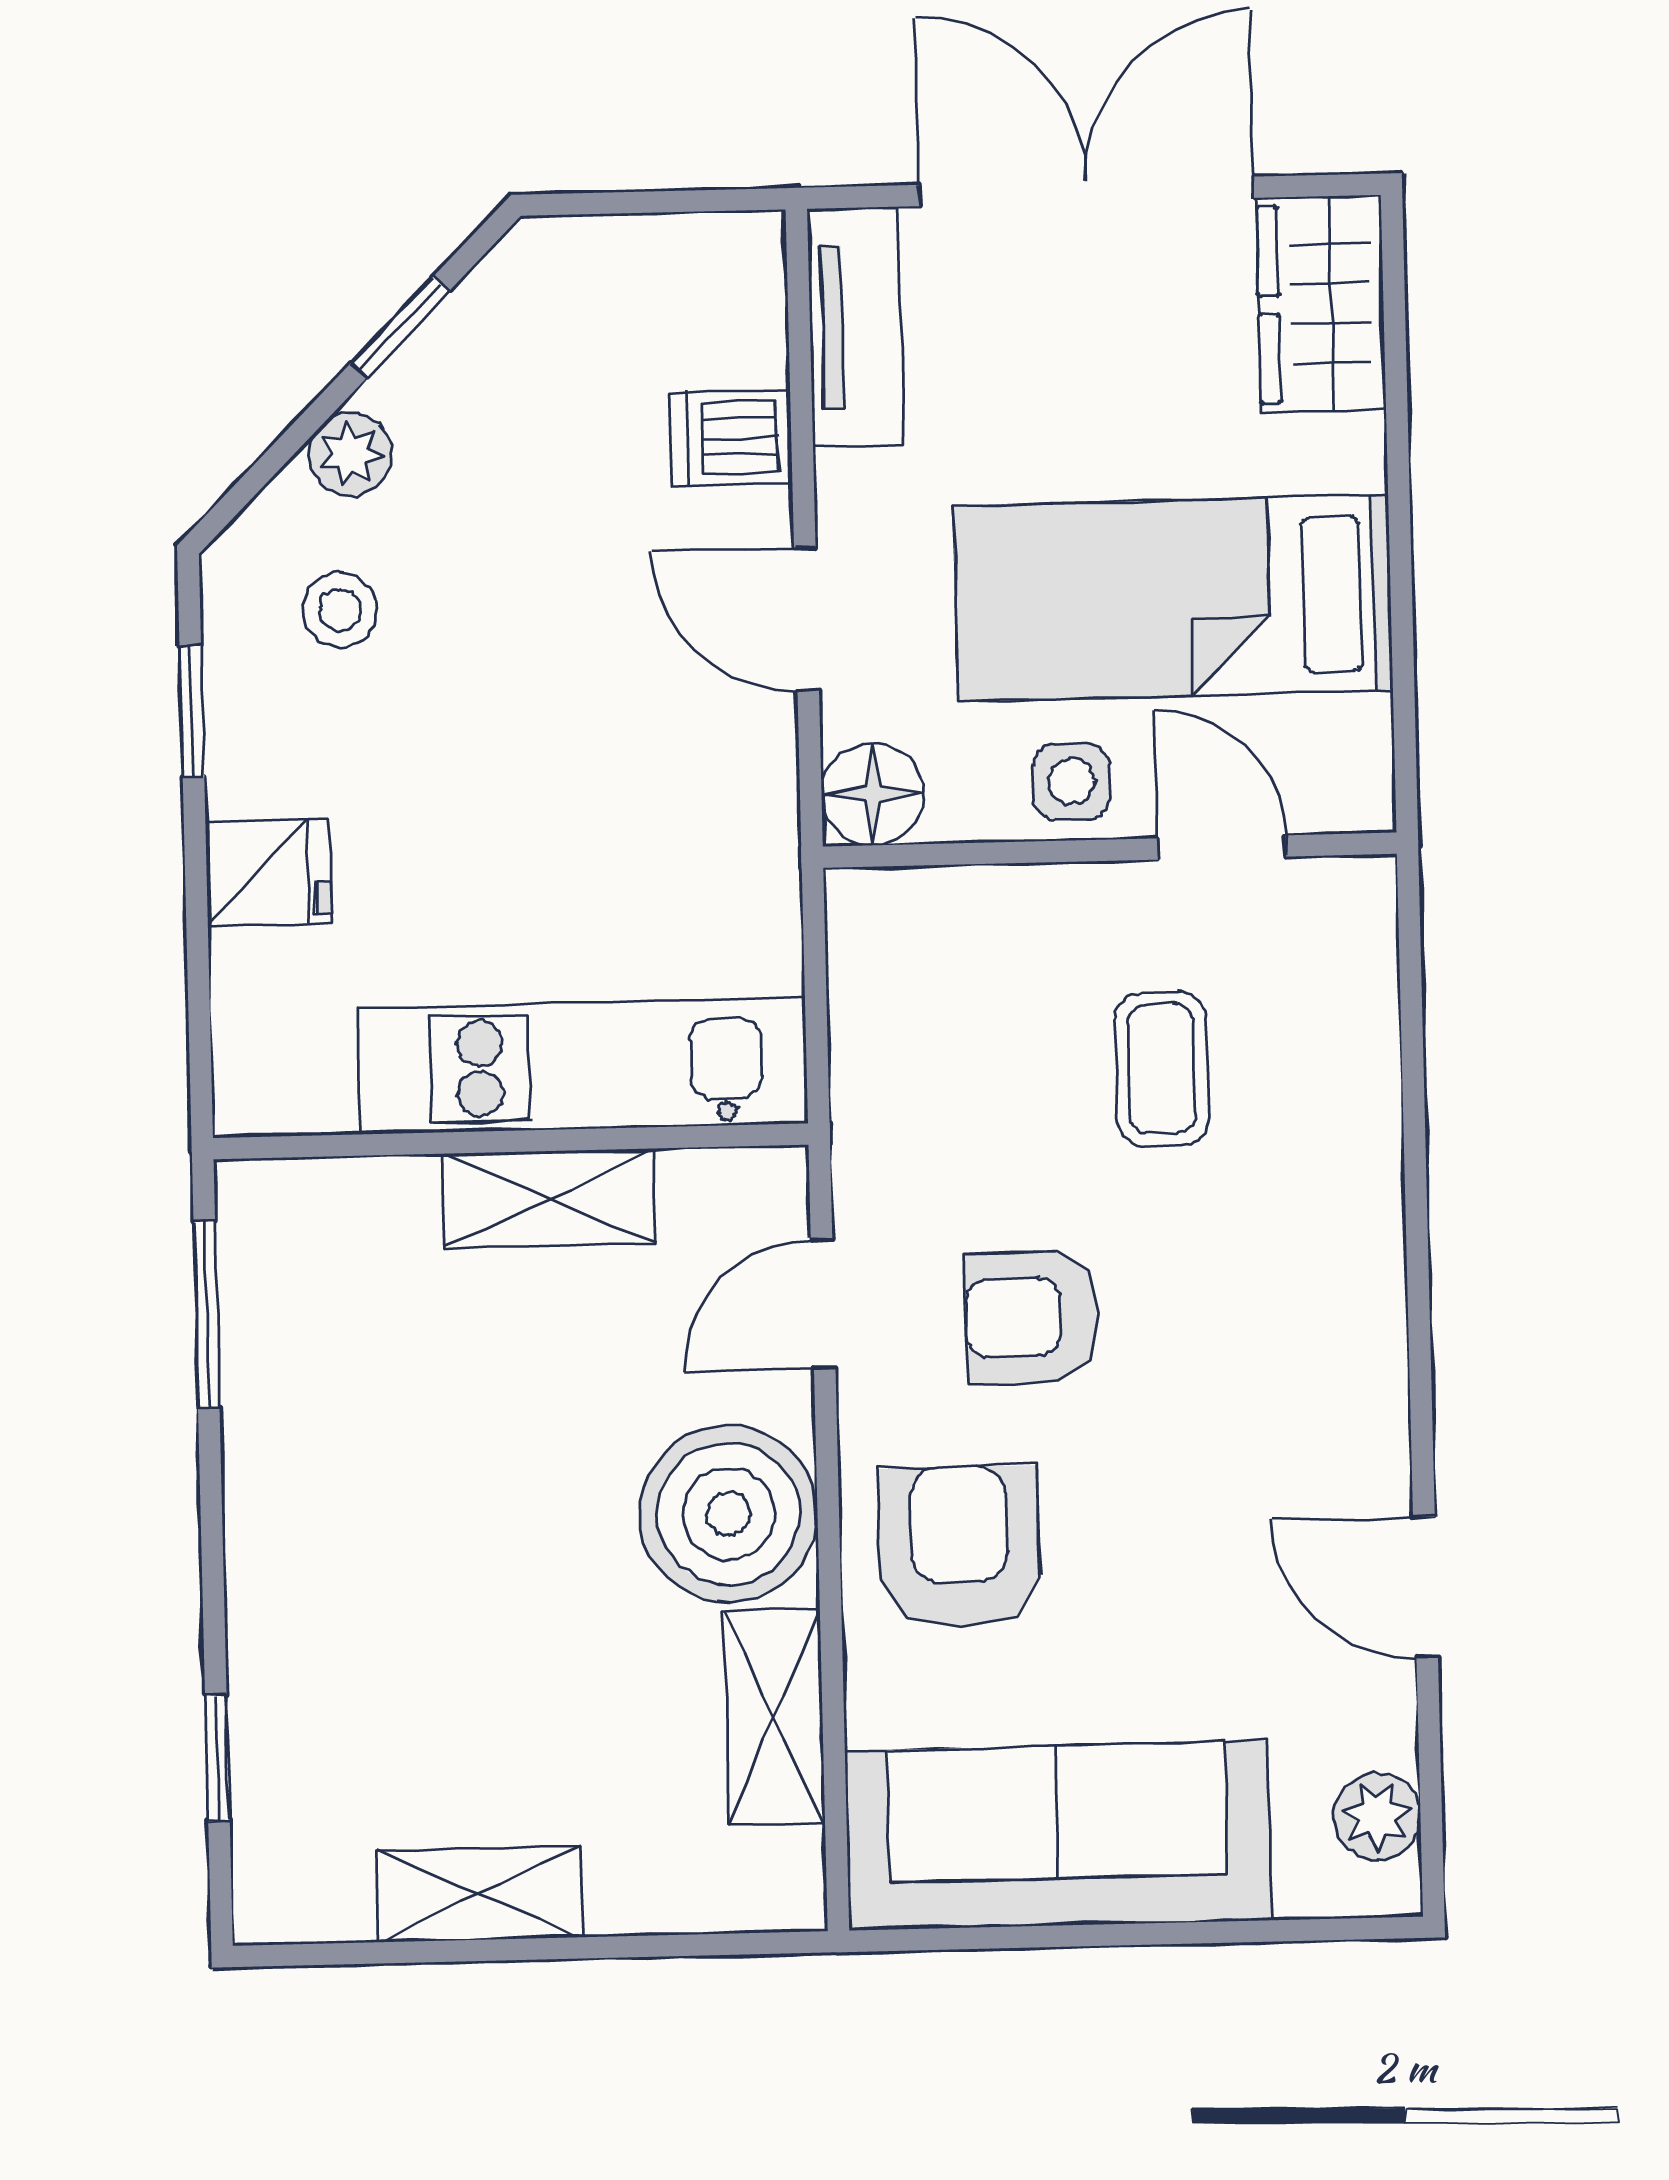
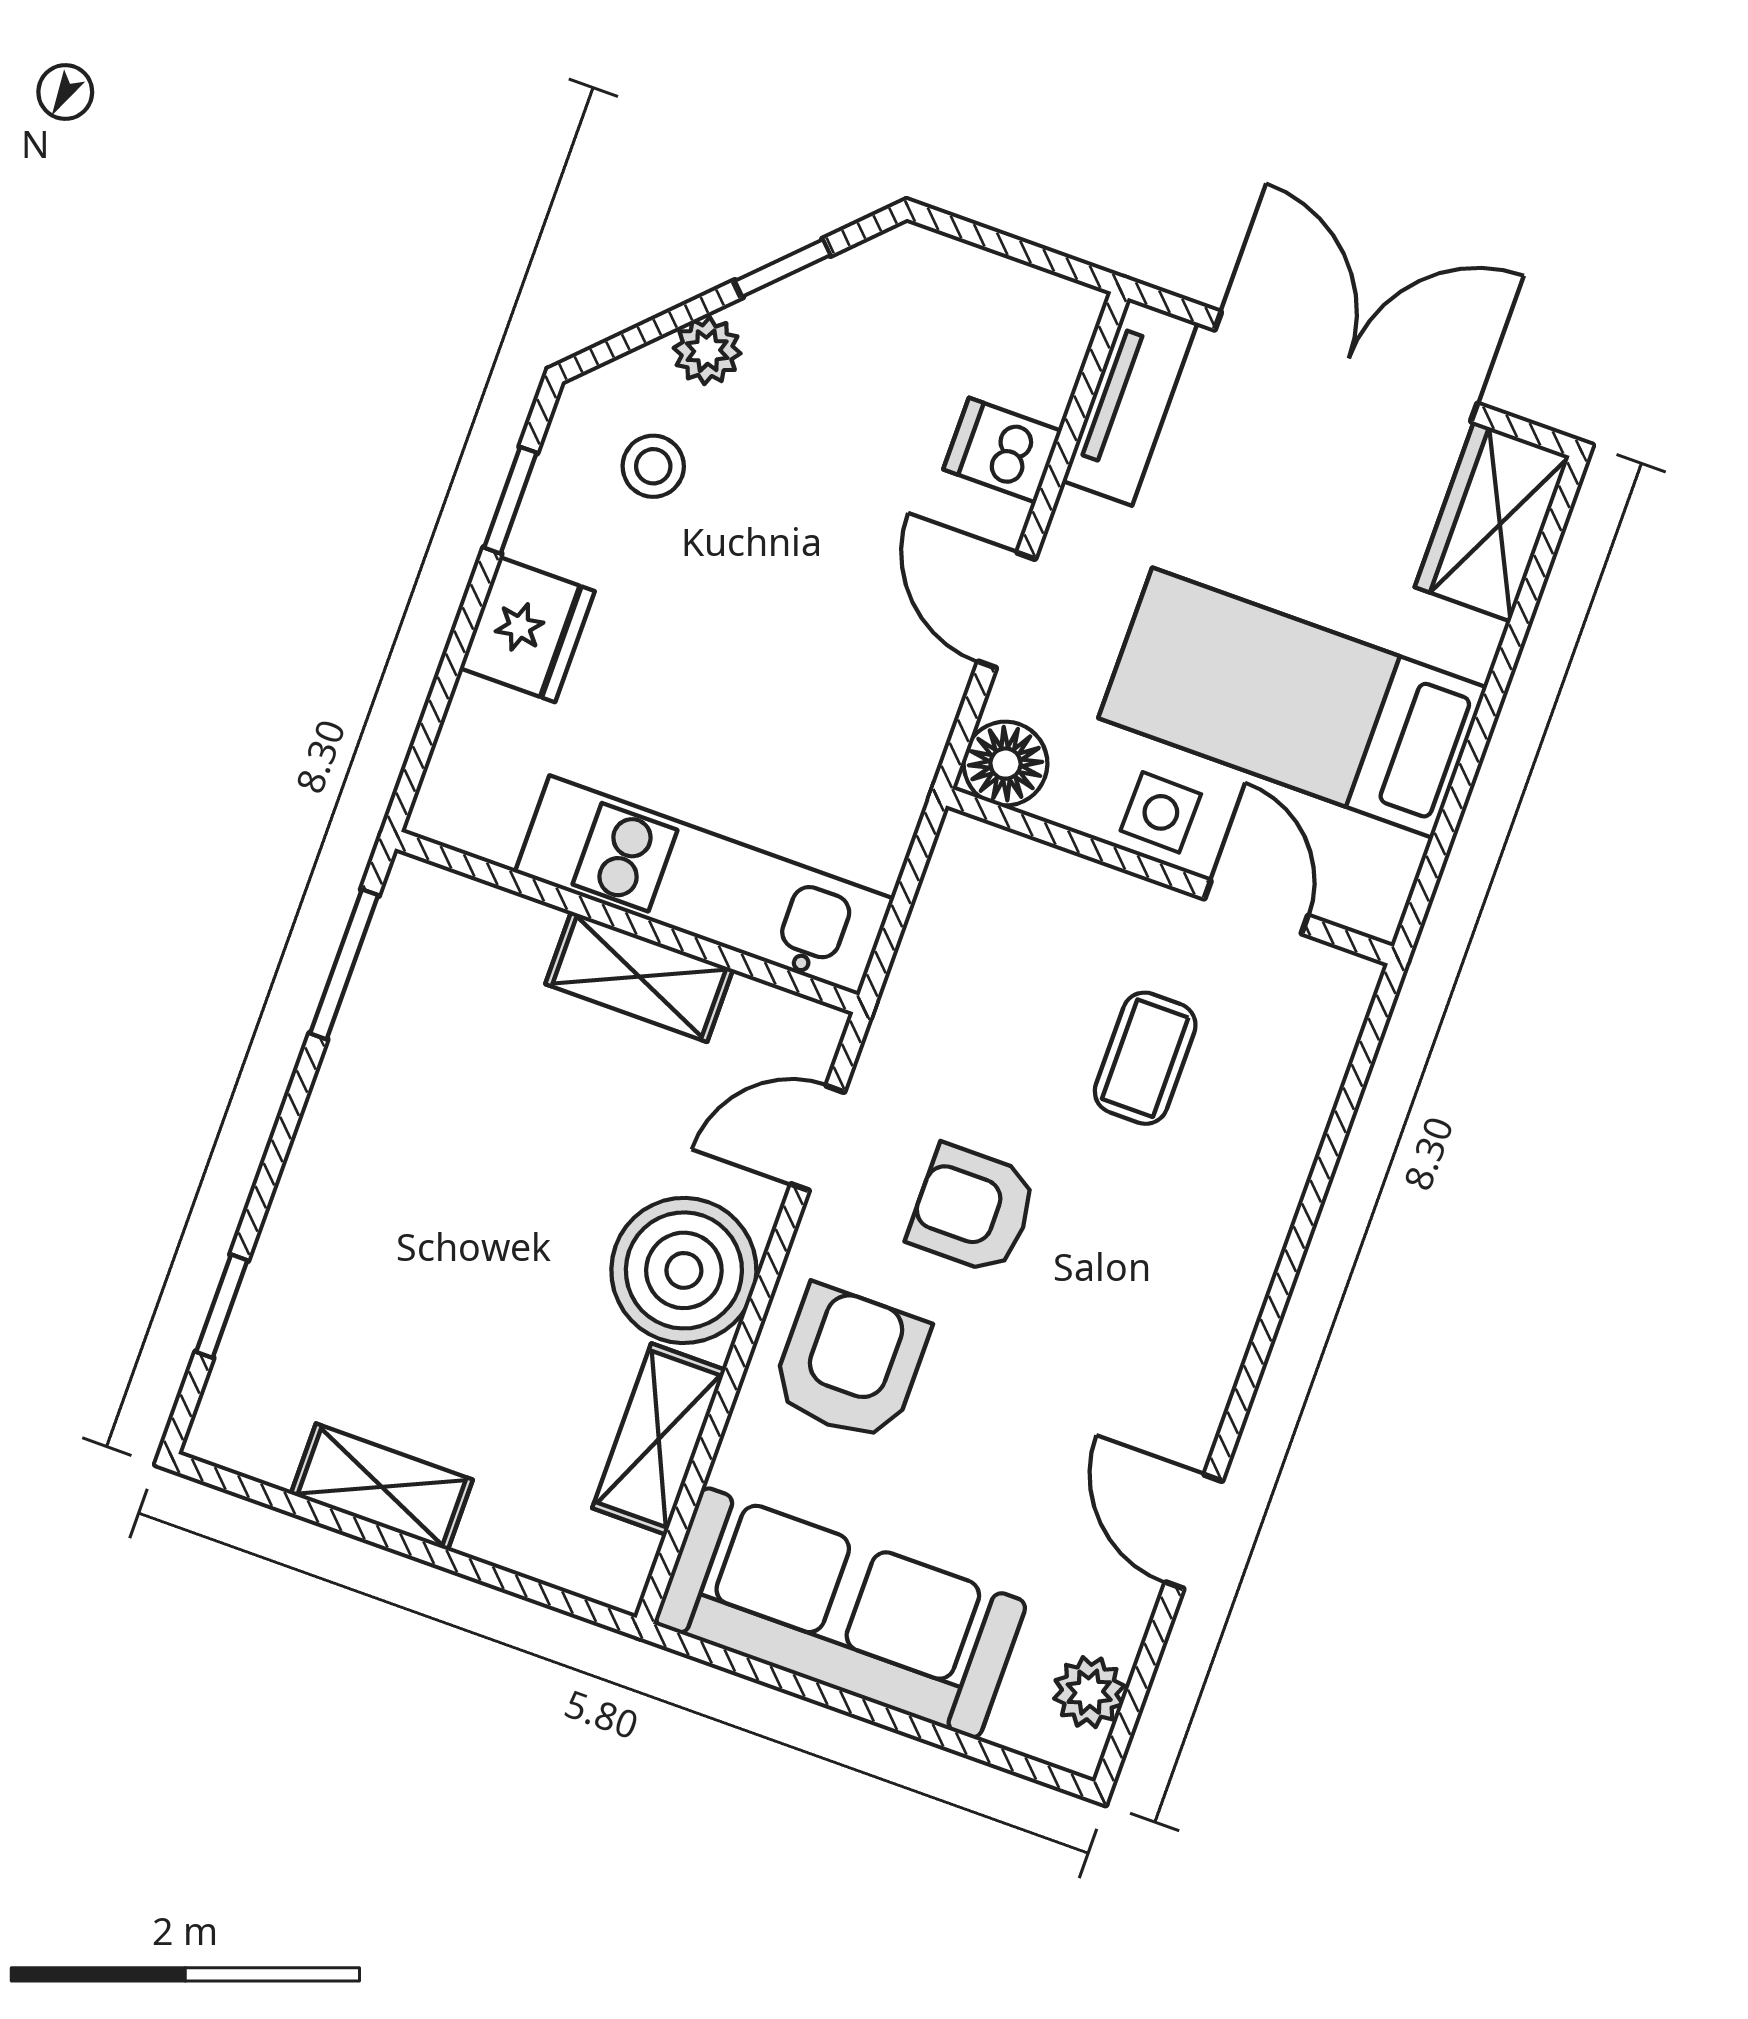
fridge: (269, 872) -> (527, 630), width x1.38

